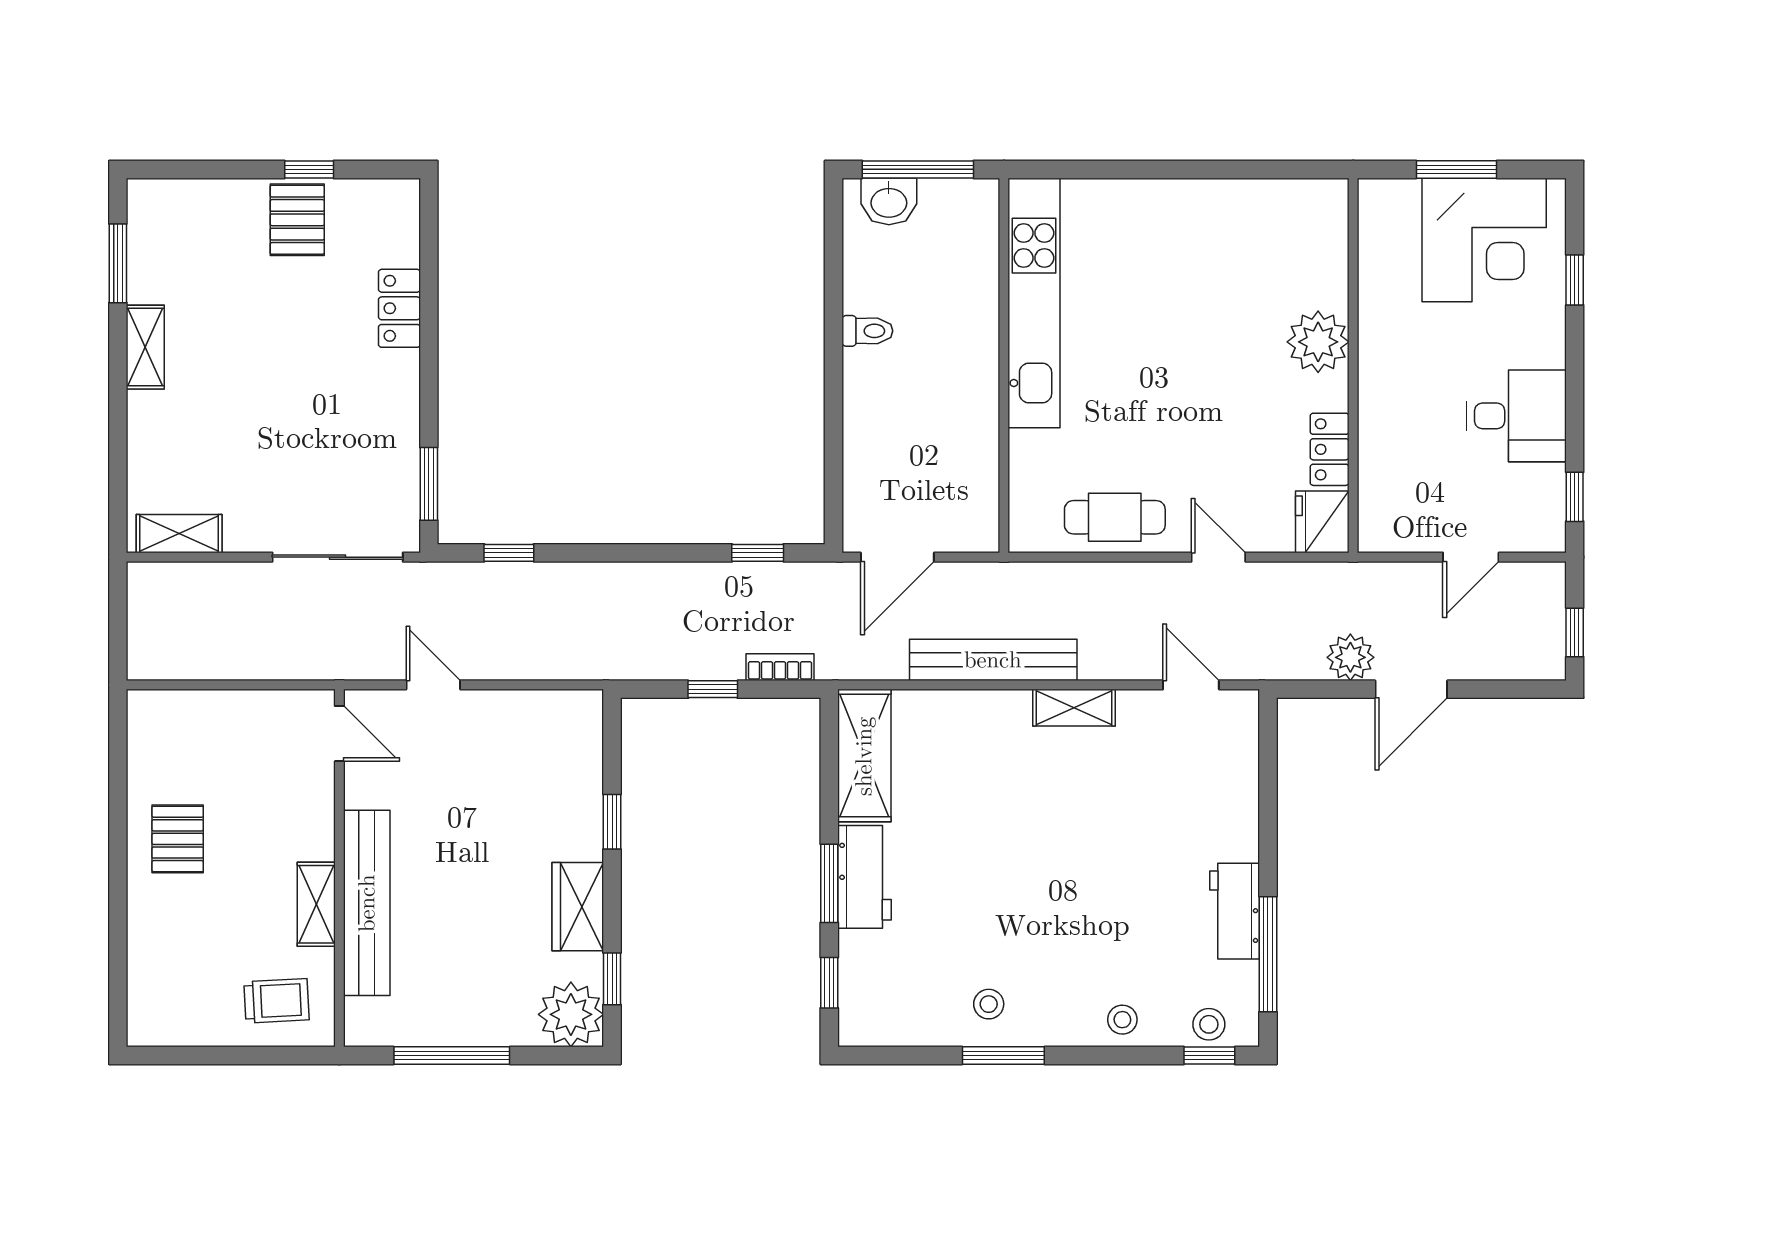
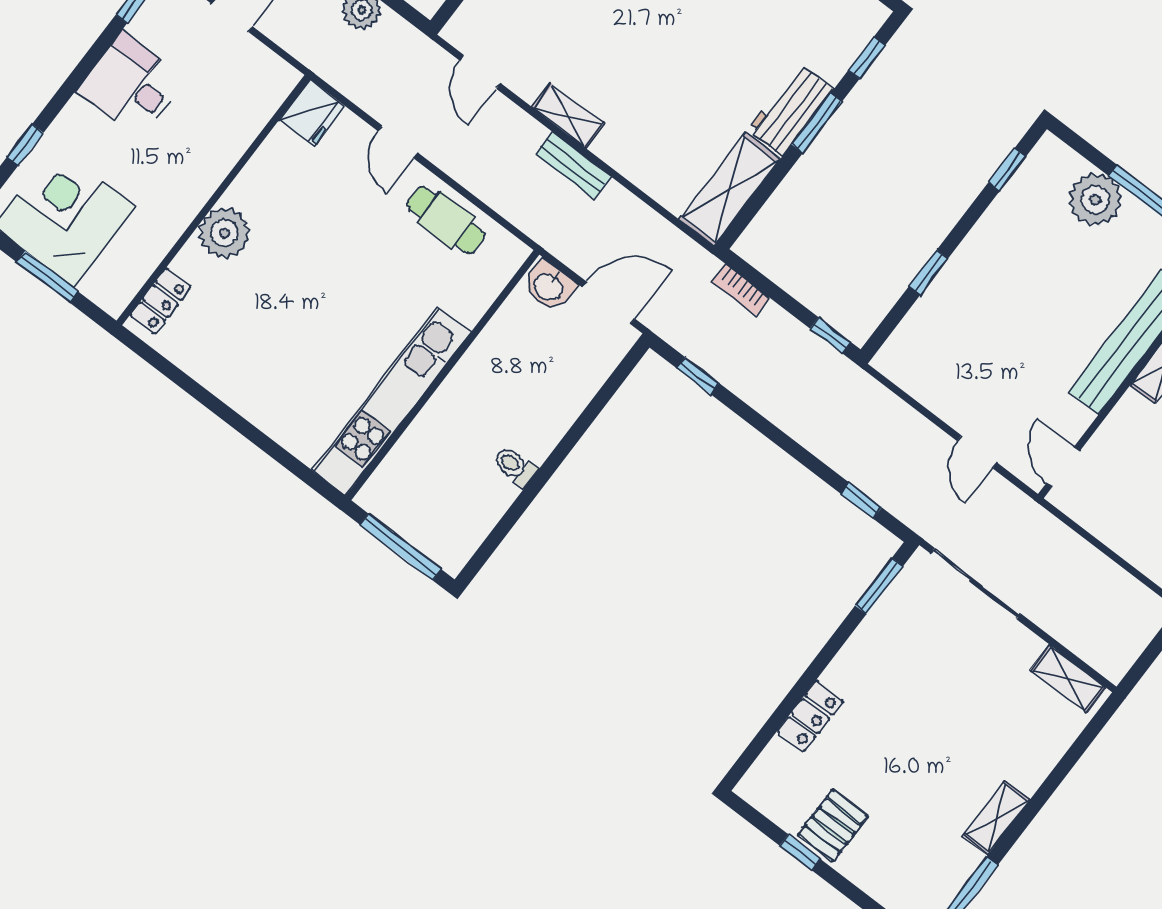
washbasin: (889, 201) -> (549, 286), moved, turned 180
locker: (1330, 449) -> (160, 301), moved
bench: (993, 660) -> (573, 165), width x0.54, depth x0.82
window: (713, 689) -> (831, 335), moved
wardrobe: (578, 907) -> (993, 234), removed
plant: (571, 1014) -> (1095, 200), moved

